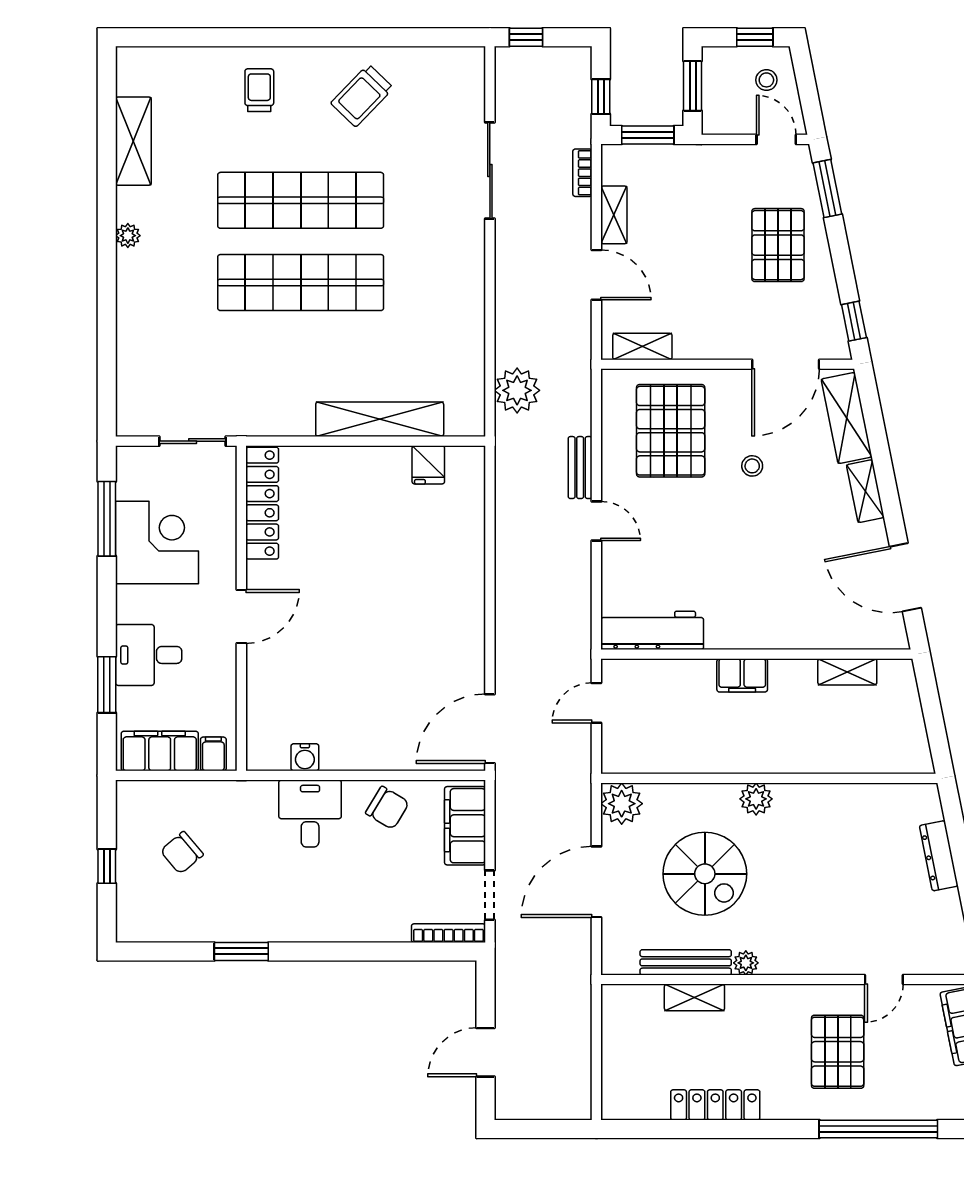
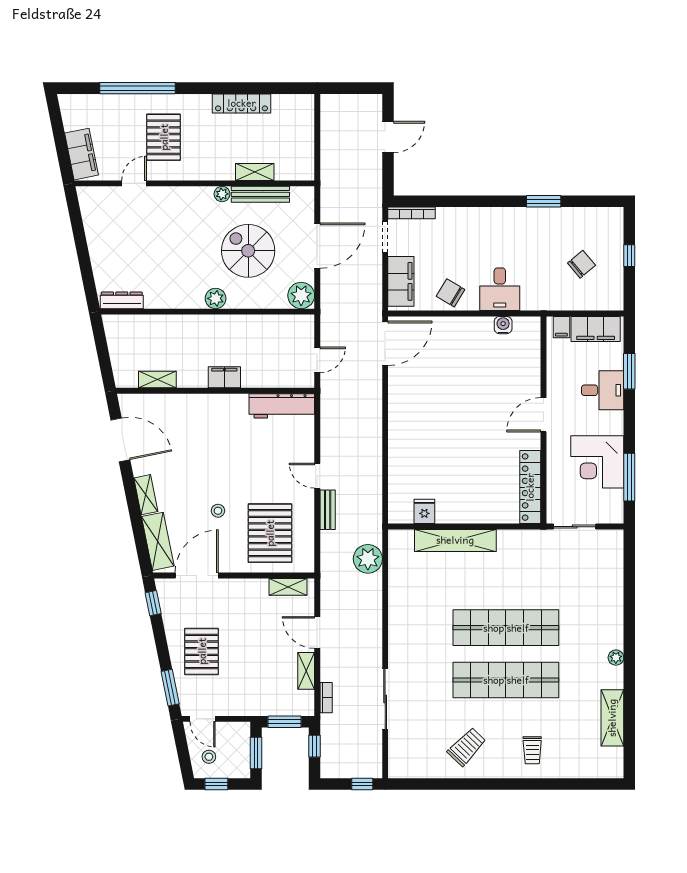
dresser: (939, 856) -> (122, 300), moved, turned -79

